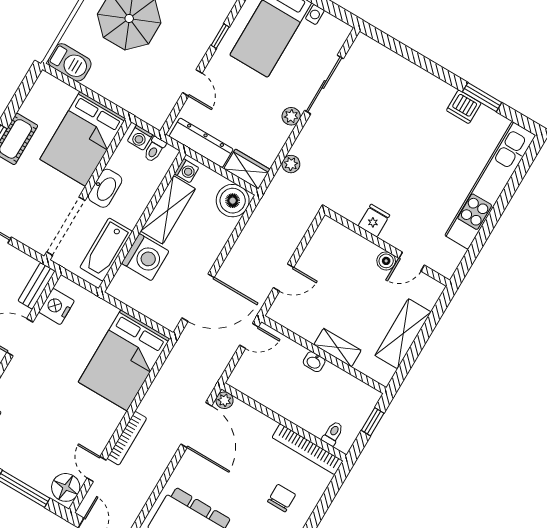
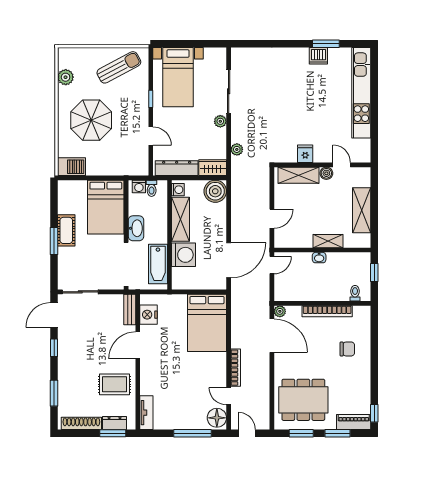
shelving: (350, 243) -> (299, 175), added
door: (412, 262) -> (342, 165), swing flipped
bookcase: (308, 449) -> (327, 311), moved
chair: (282, 498) -> (347, 349), turned 90

